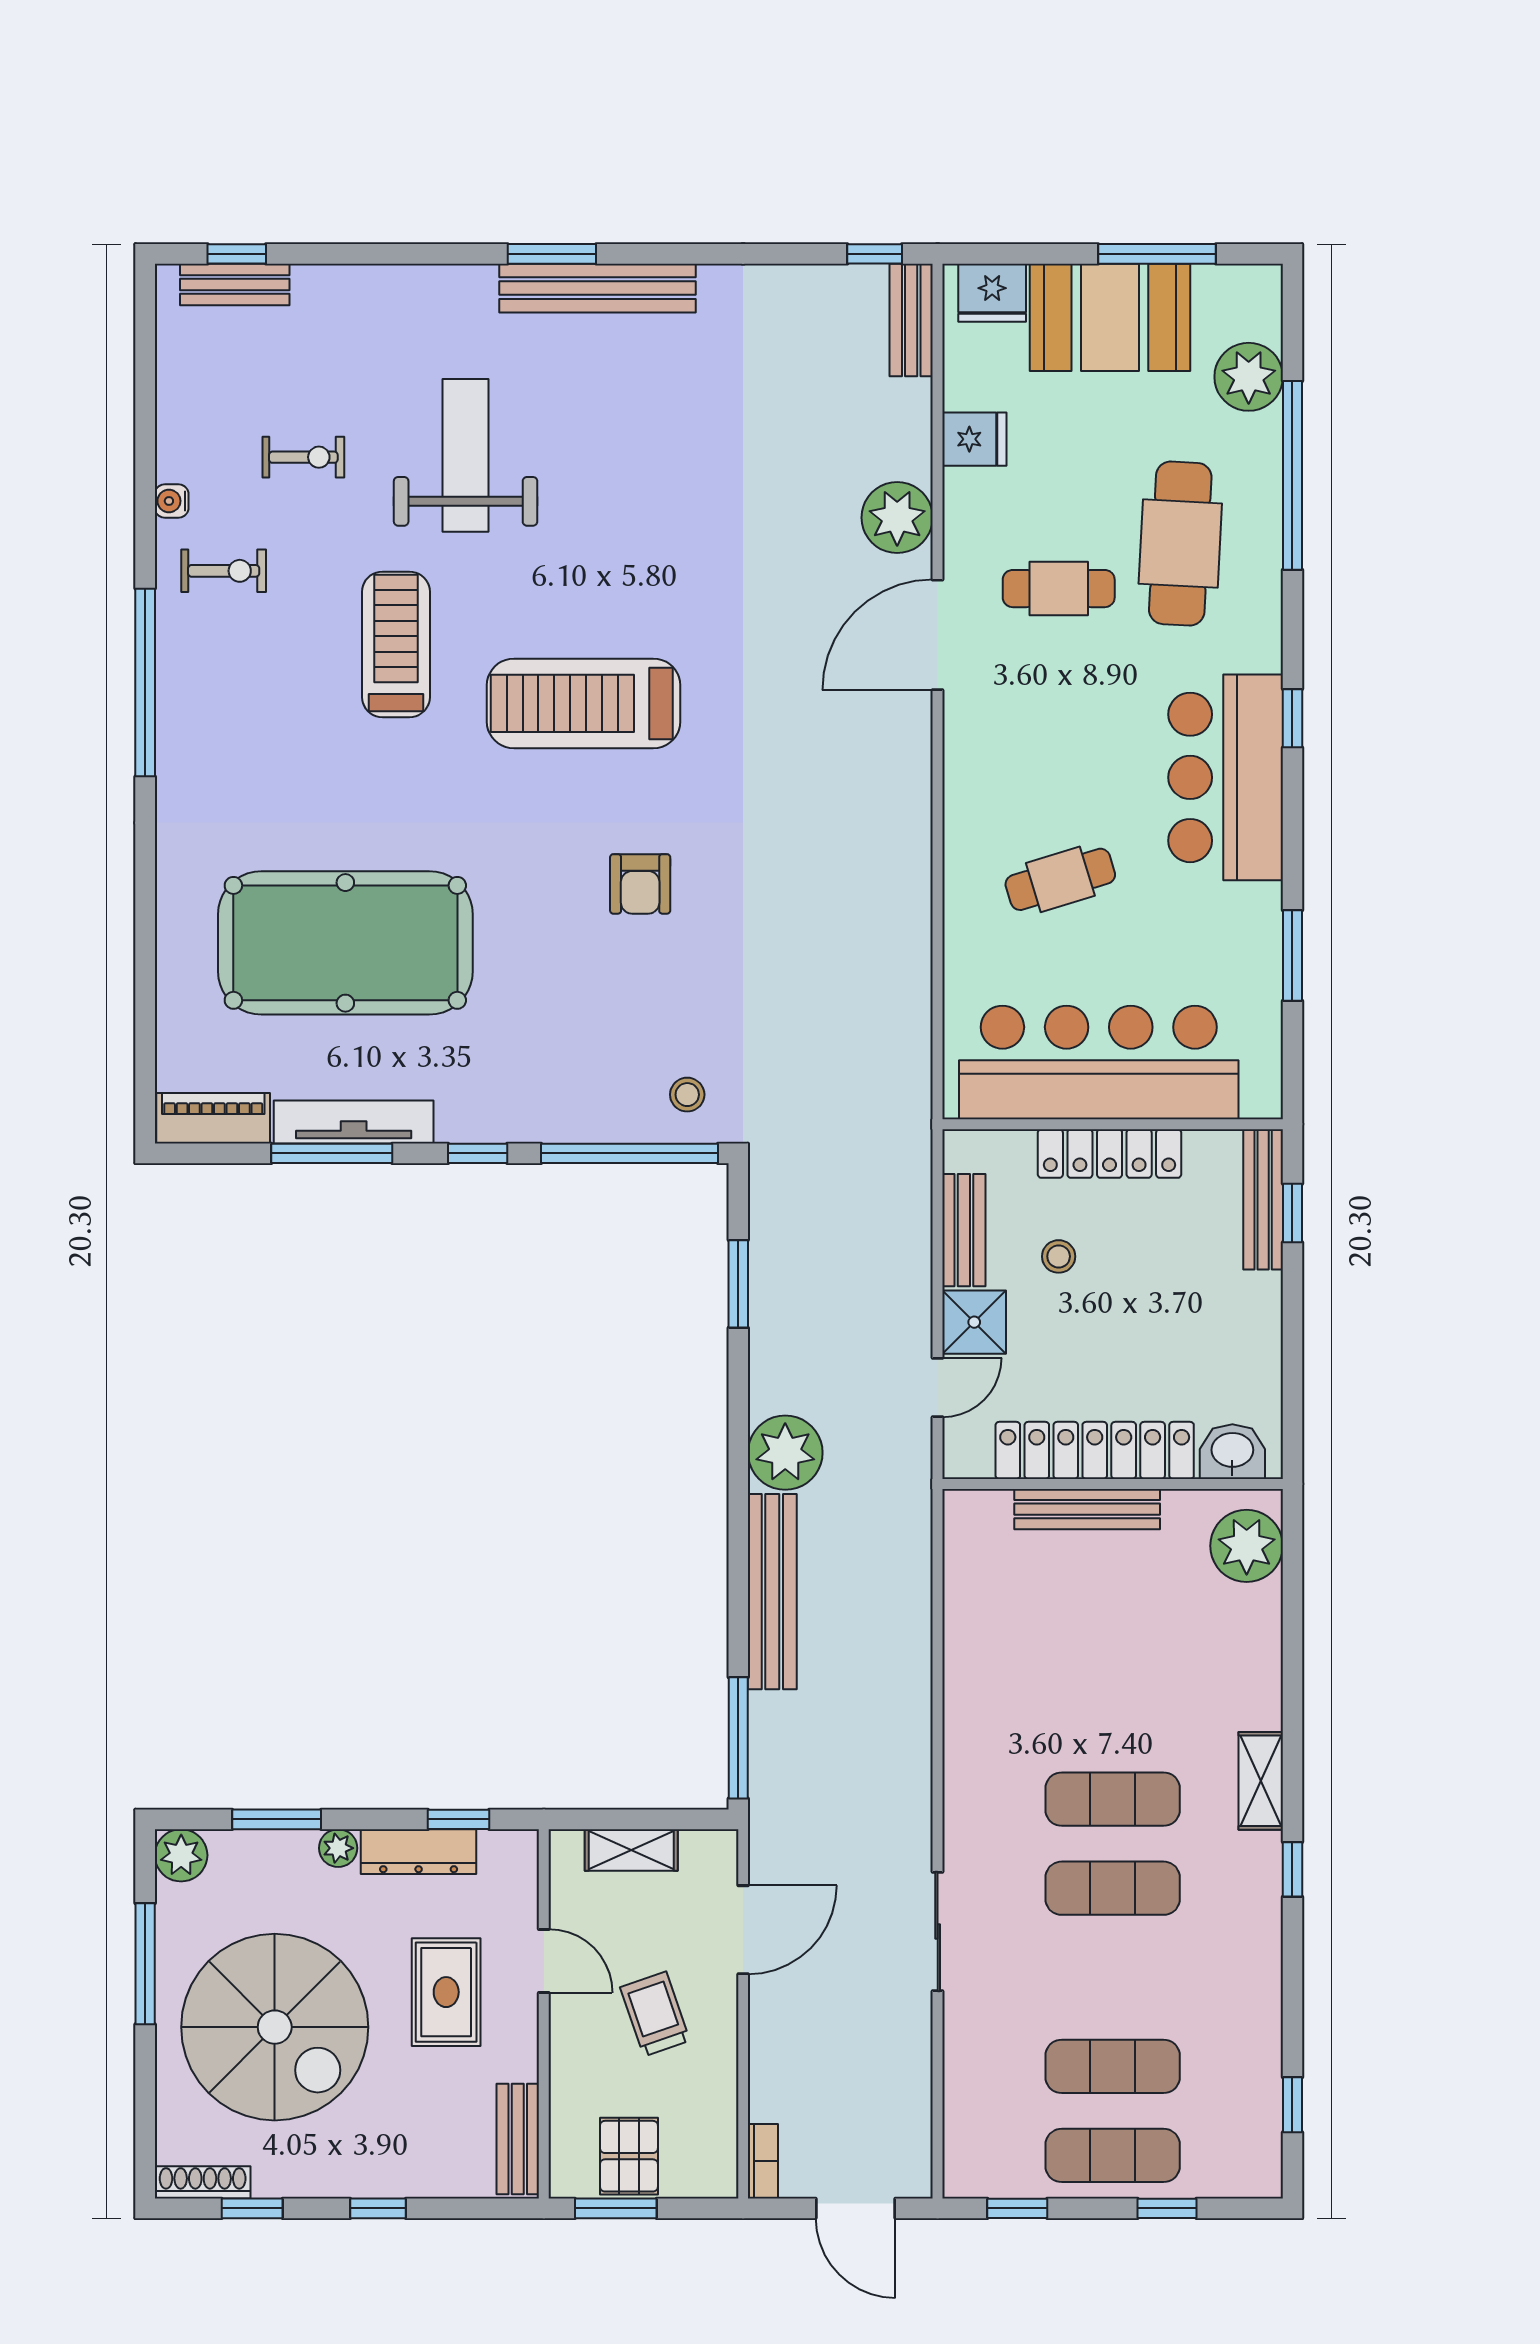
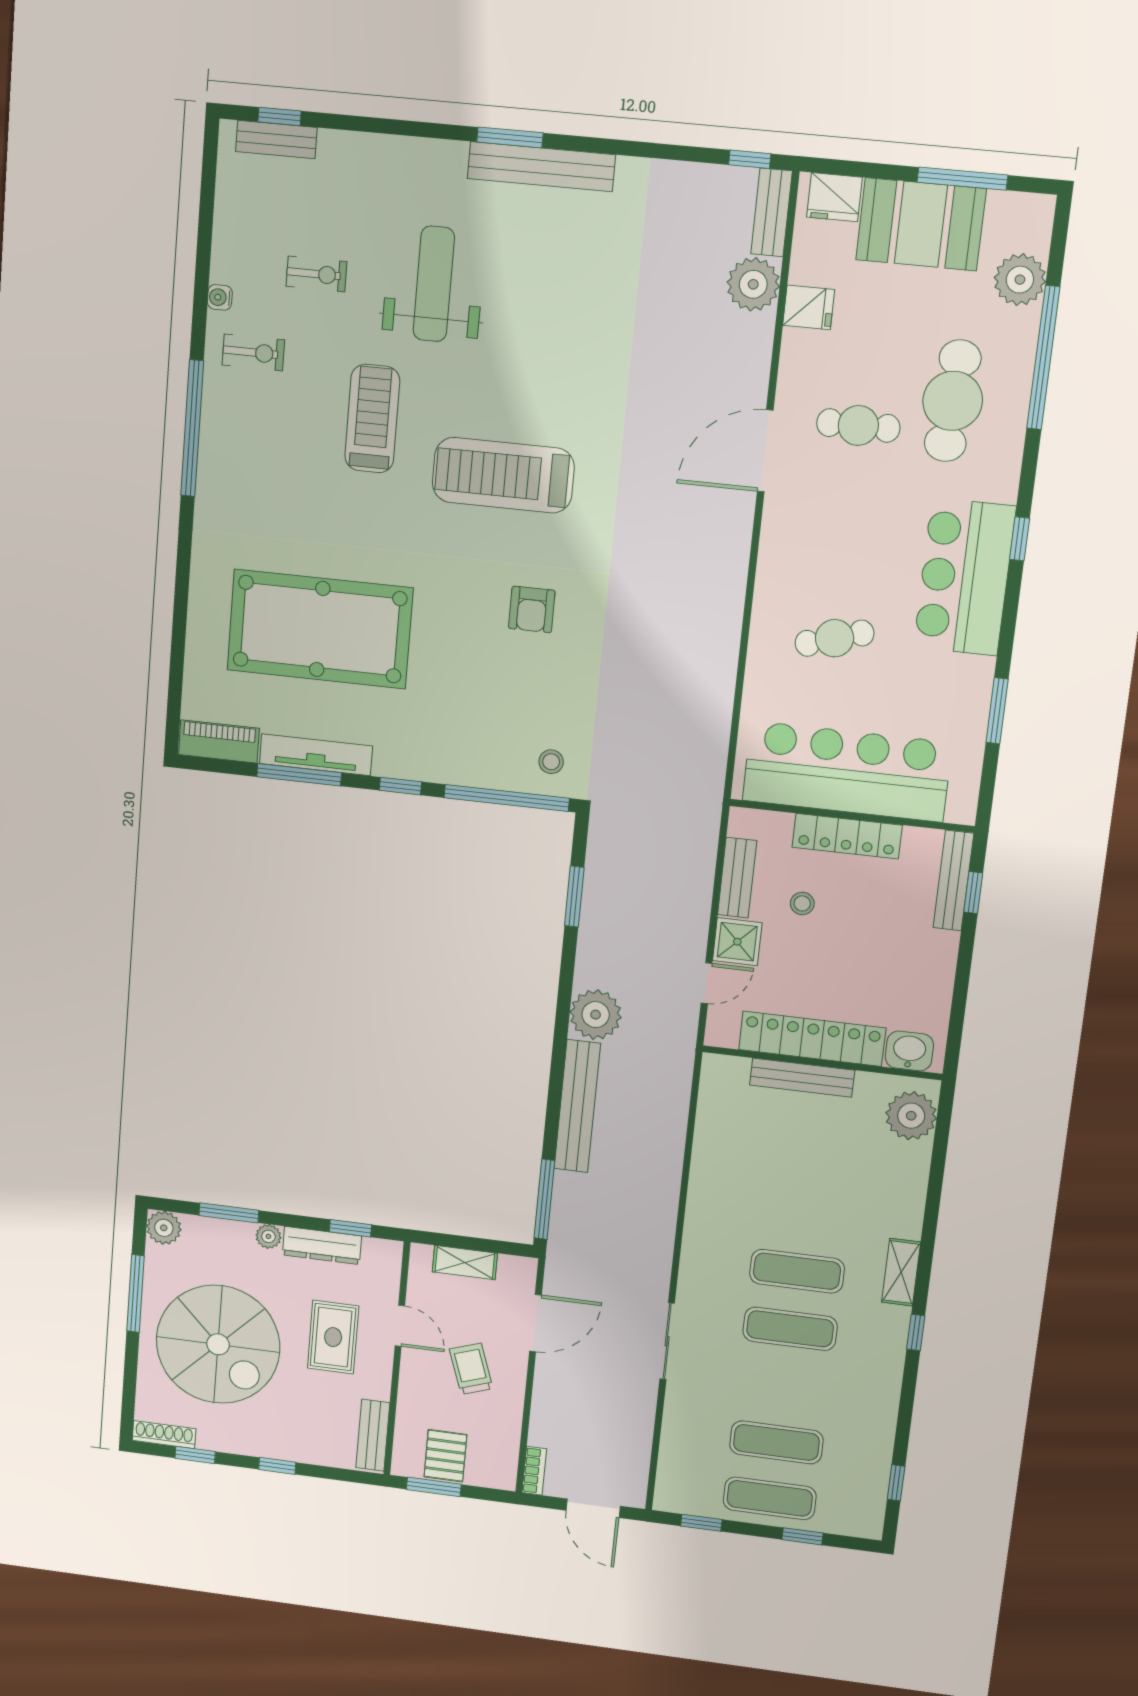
plant: (897, 518) -> (753, 284), moved

